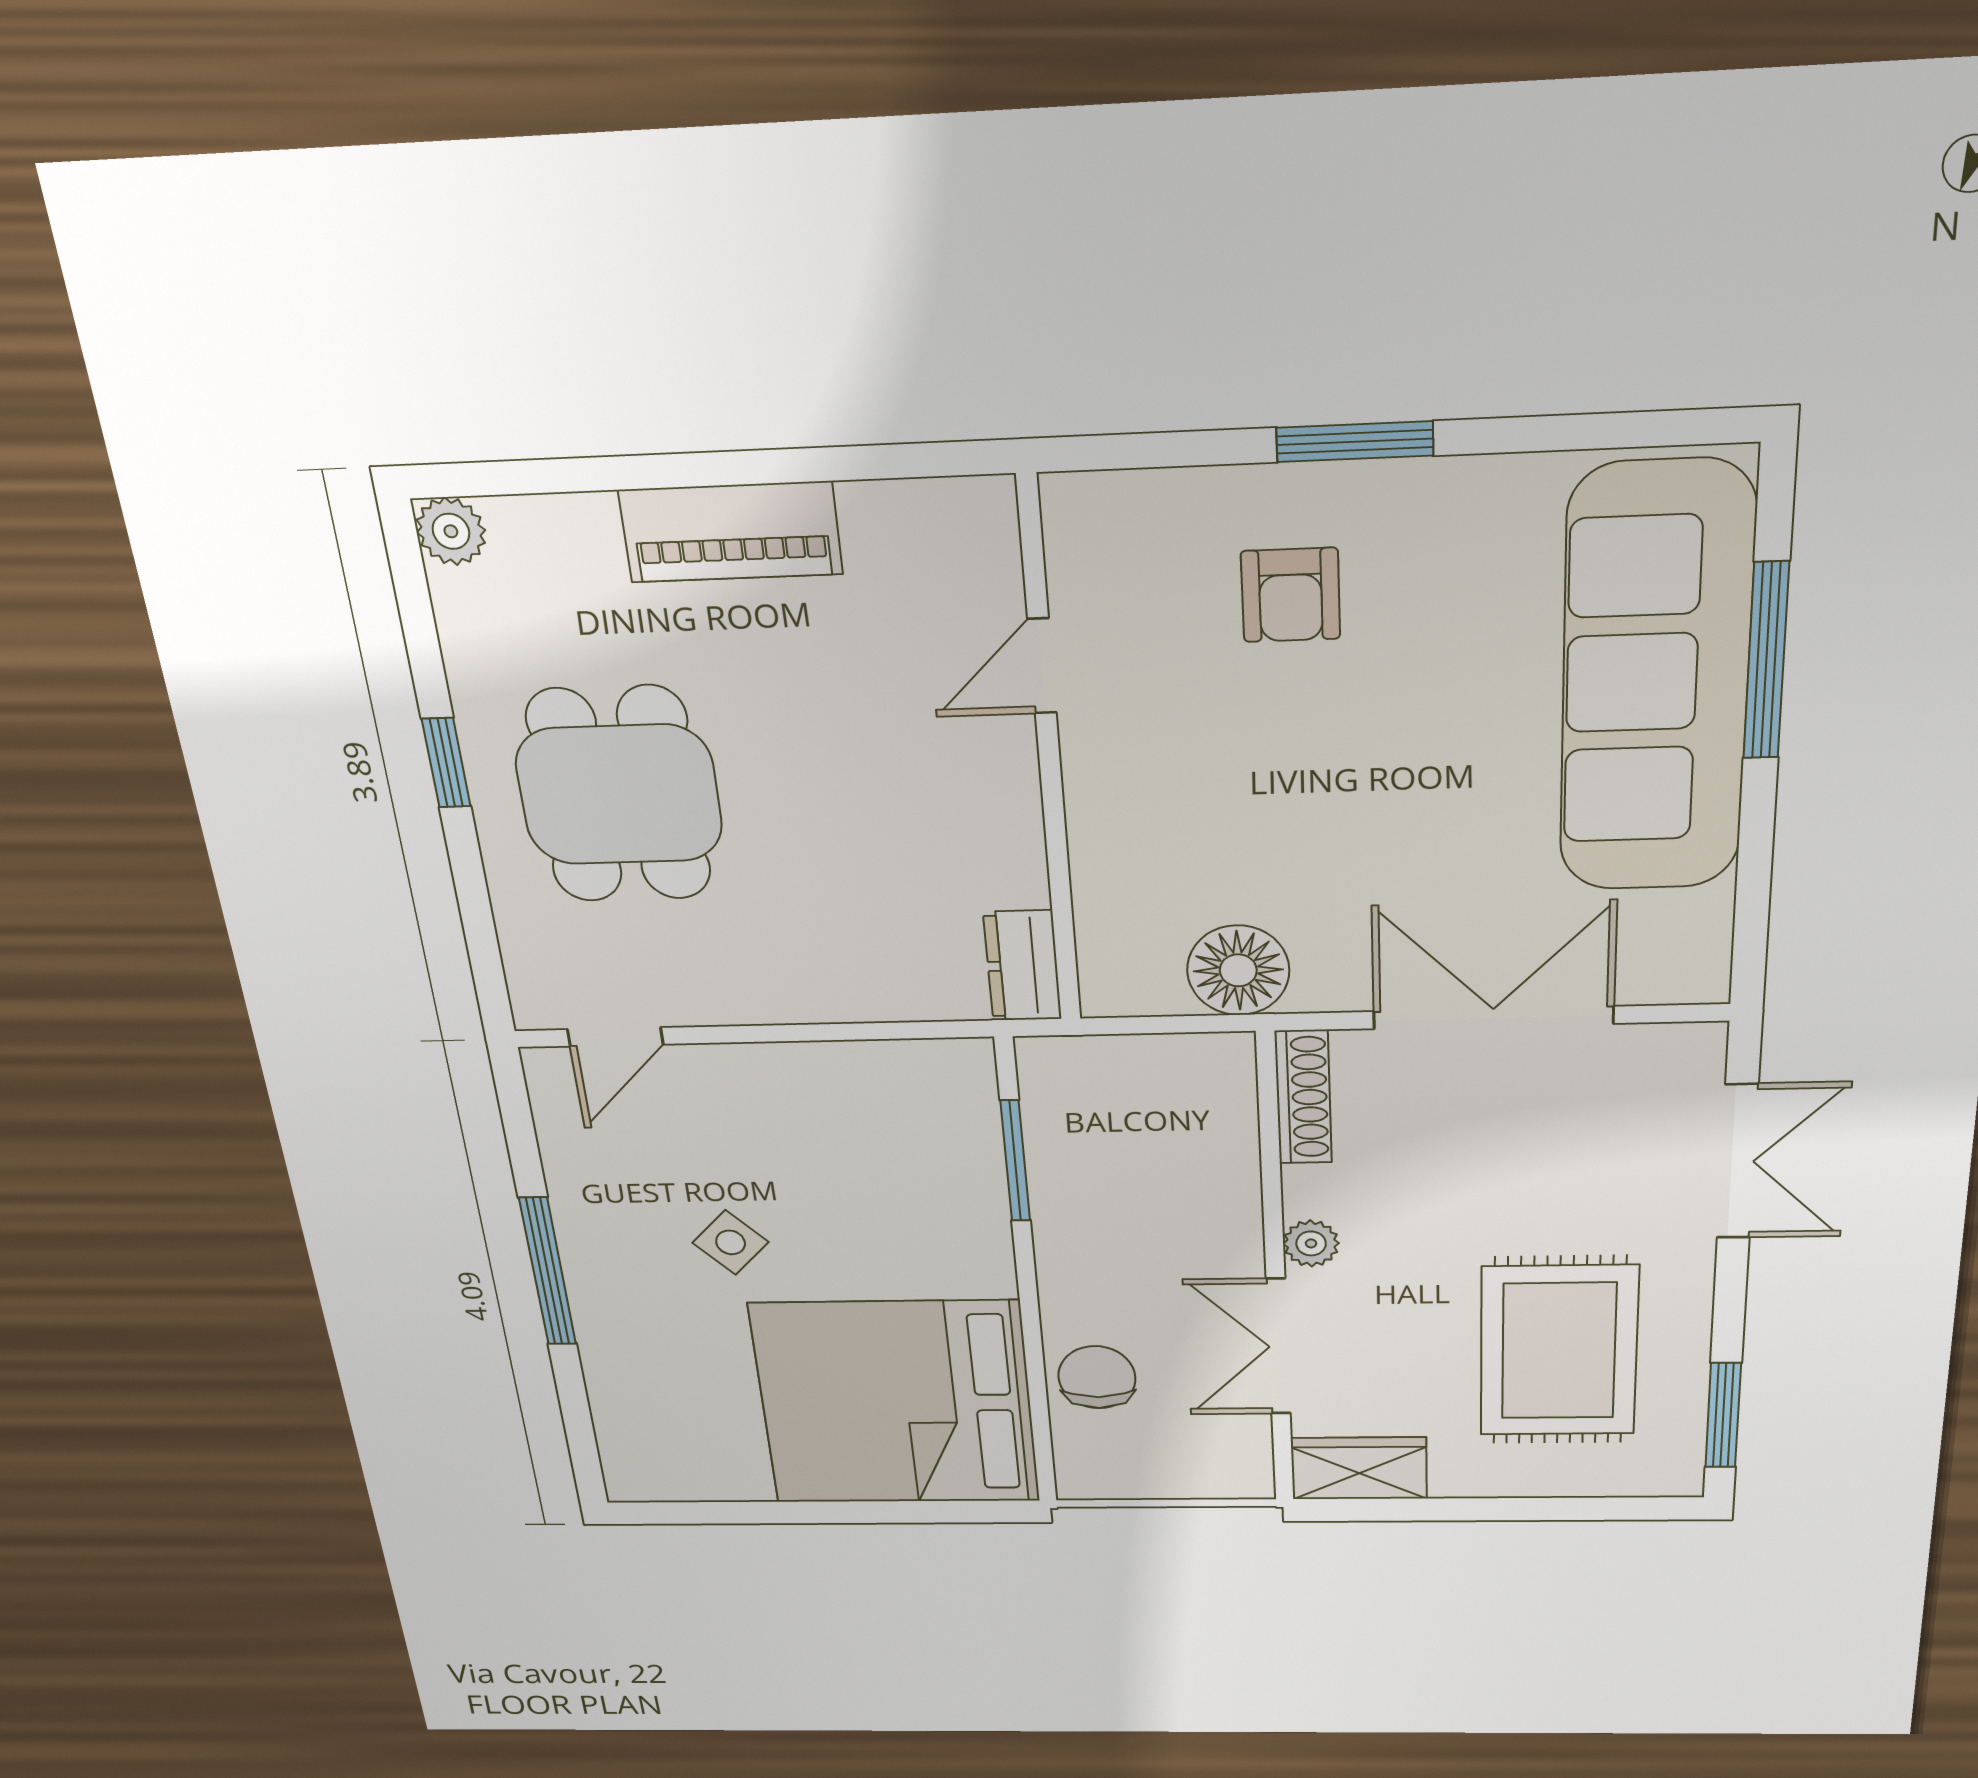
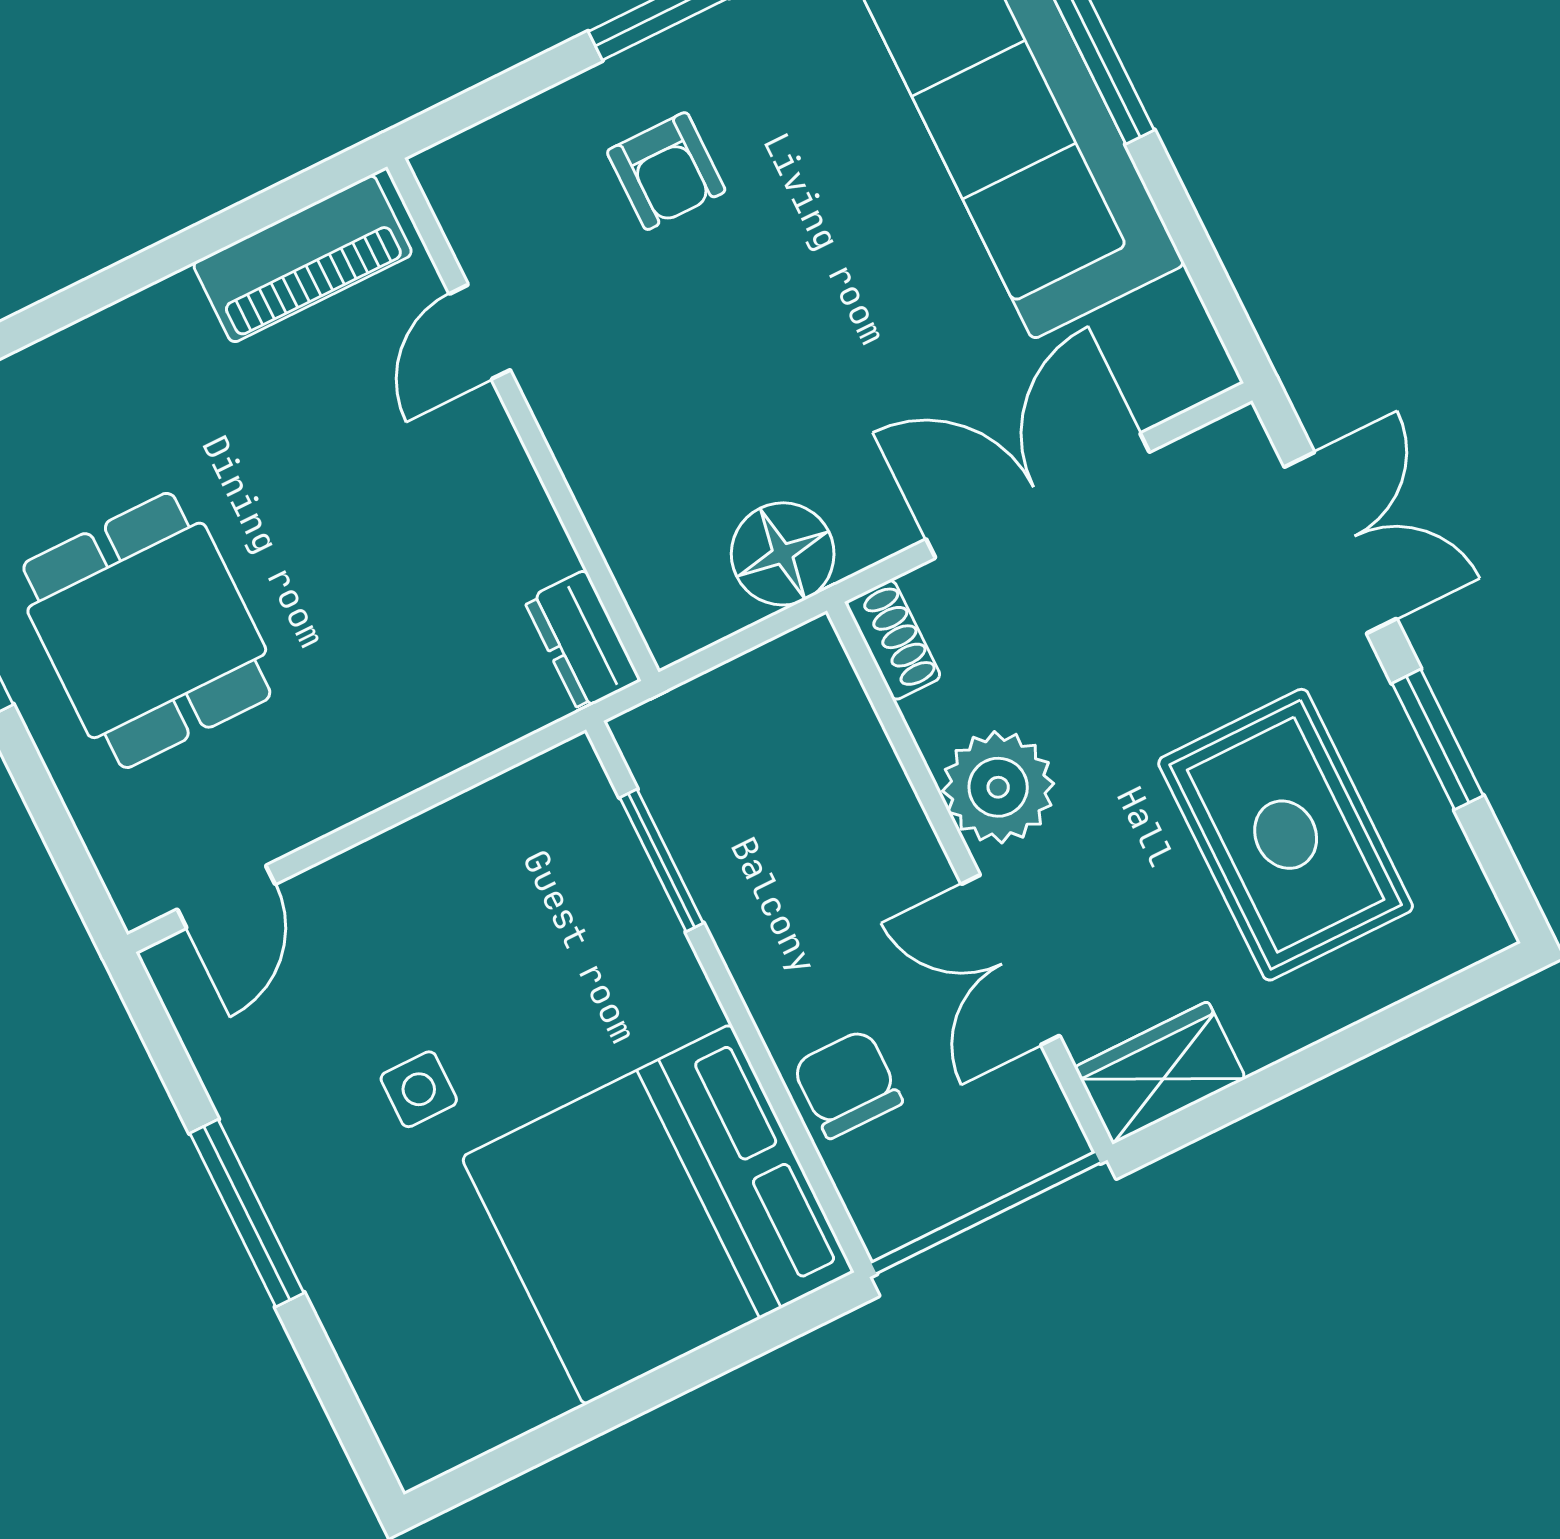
piano: (731, 532) -> (303, 259), moved
shoe rack: (1303, 1097) -> (893, 640), width x0.70
side table: (731, 1242) -> (419, 1089), turned 45
plant: (1311, 1243) -> (998, 787), width x1.88, depth x1.88
window: (1723, 1415) -> (1438, 739), moved

